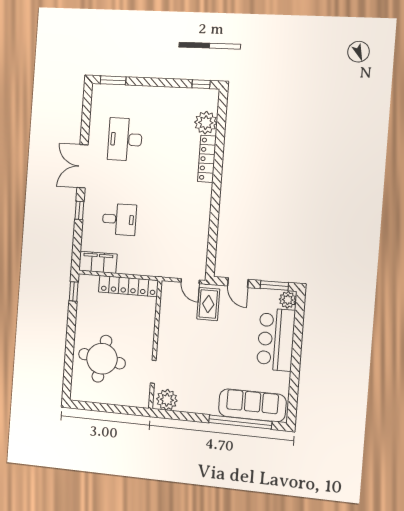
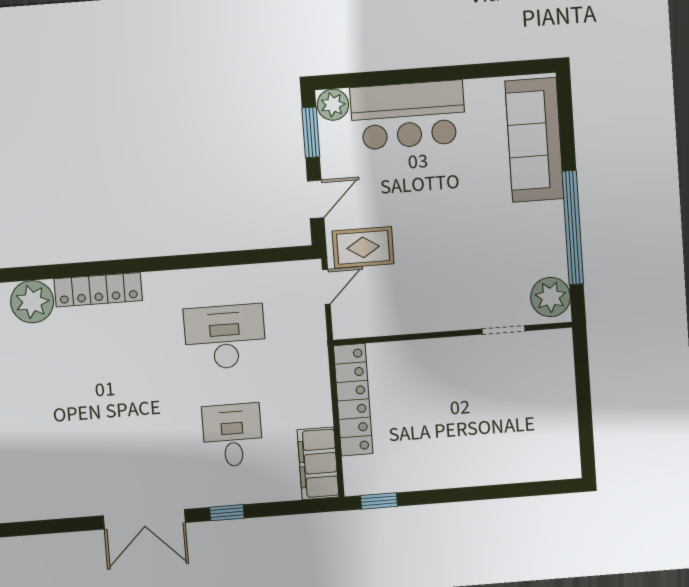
desk: (125, 139) -> (225, 337), moved, turned 180
round table: (102, 359) -> (495, 429), removed
window: (240, 422) -> (573, 228), moved

